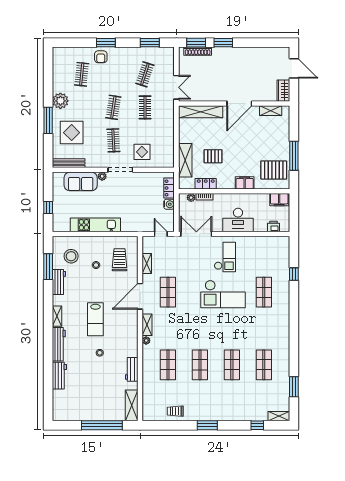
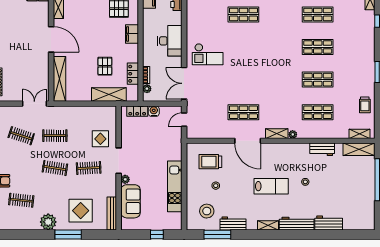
checkout: (225, 257) -> (208, 54), turned 180
shelving: (147, 263) -> (359, 134), moved
checkout: (223, 294) -> (245, 56), removed

